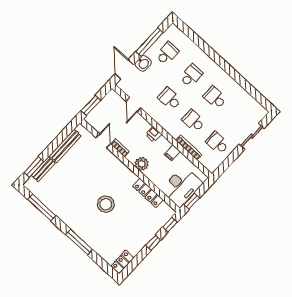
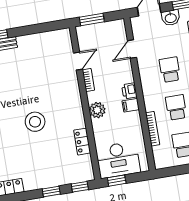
bench: (65, 146) -> (39, 39), removed
filing cabinet: (172, 153) -> (131, 105), moved
locker: (148, 193) -> (82, 142), width x0.66

